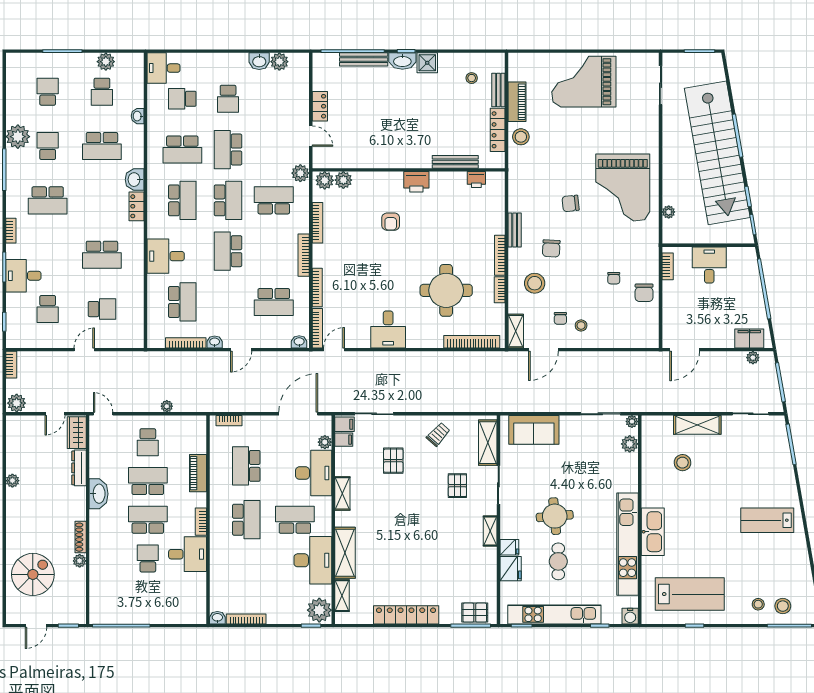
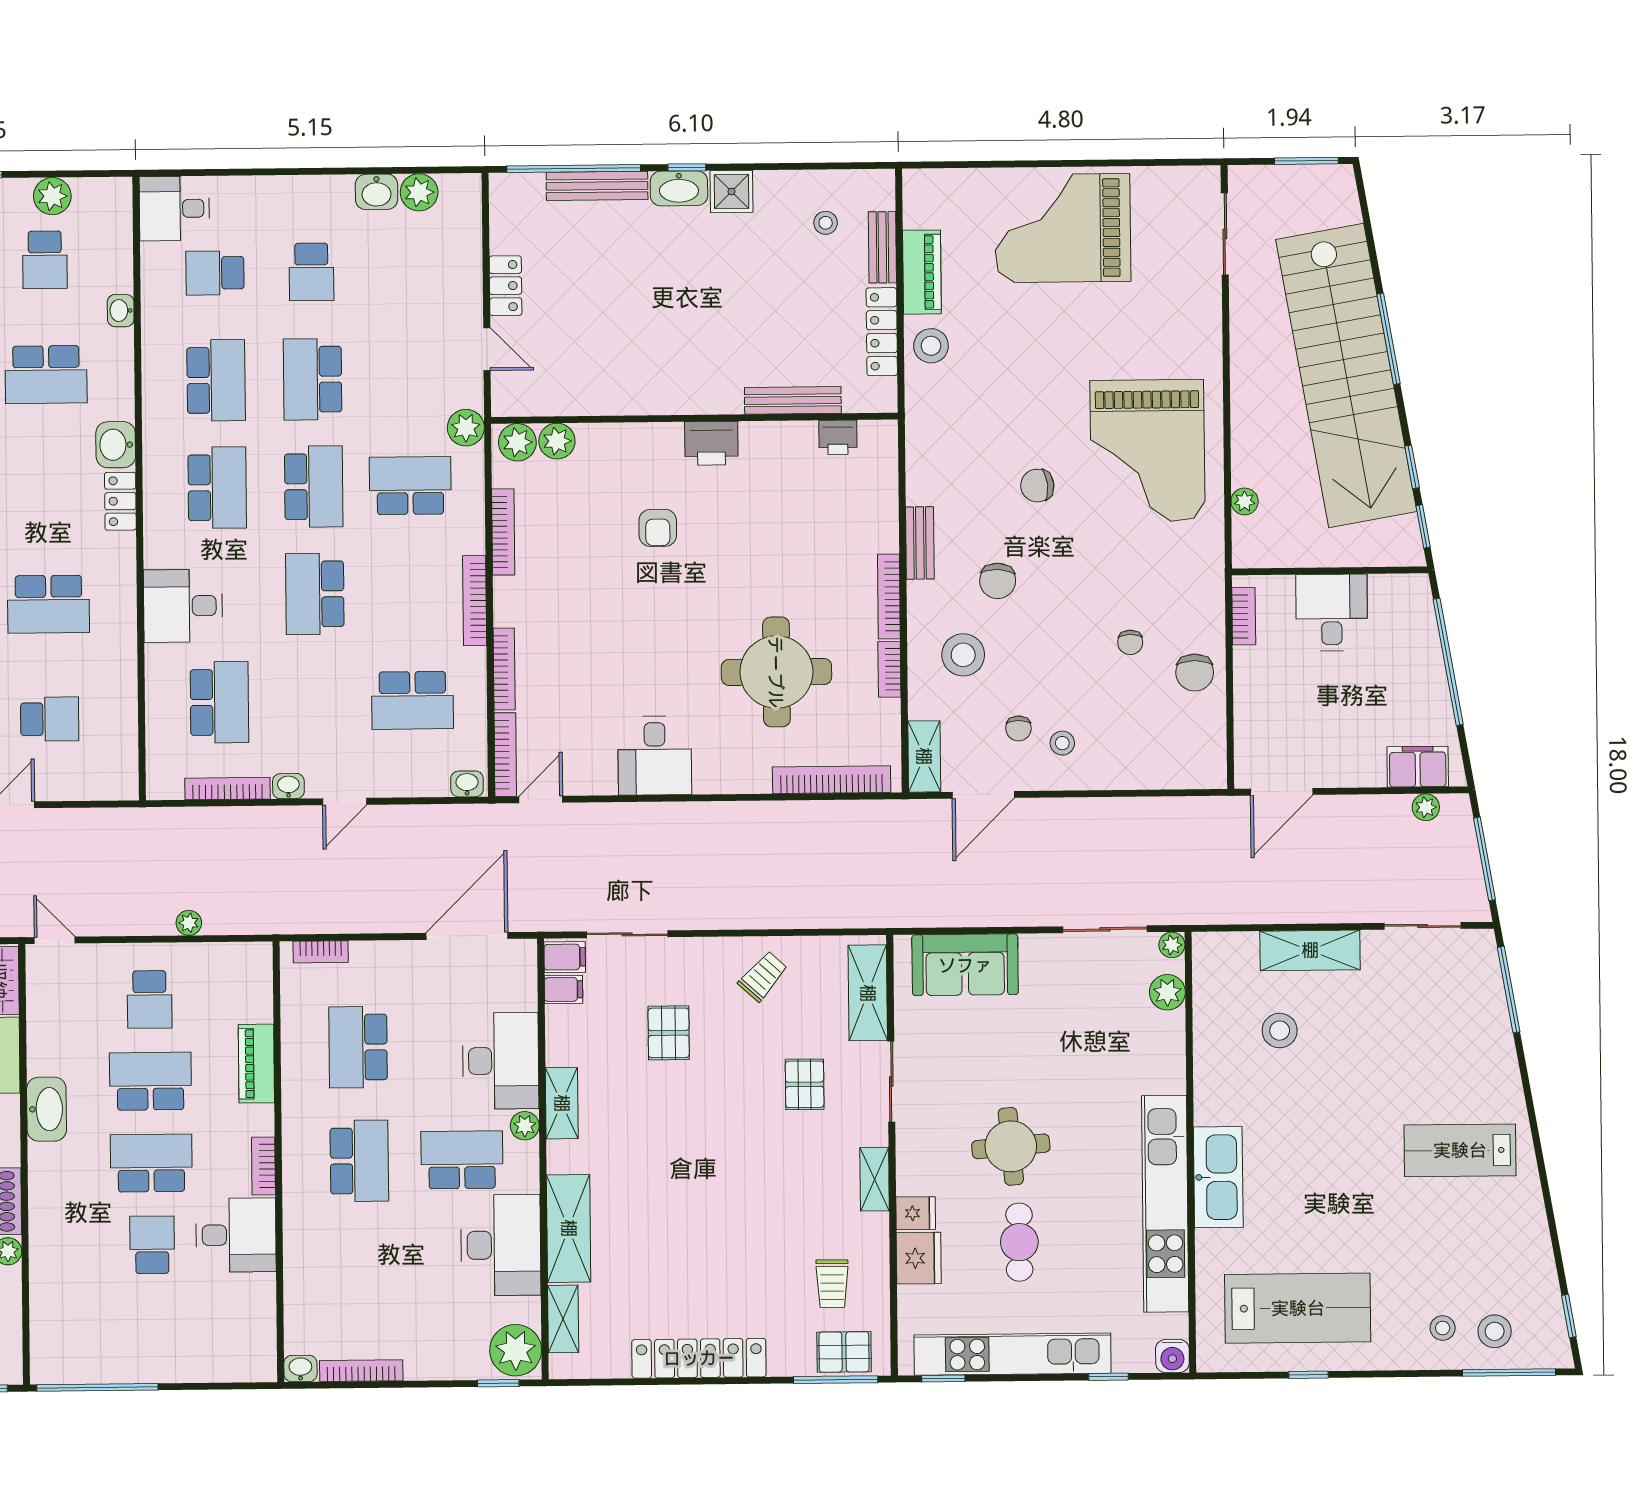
school desk: (182, 150) -> (216, 380), turned -90
plant: (325, 442) -> (525, 1126), moved
trolley: (469, 580) -> (832, 1284), added

